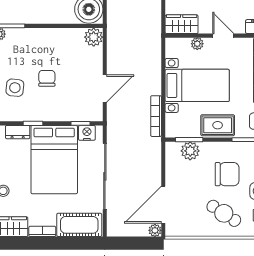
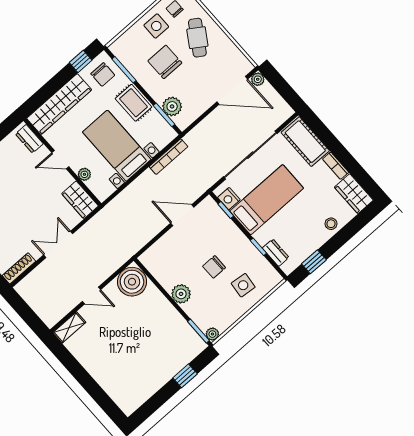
door: (223, 36) -> (60, 160), hinge flipped
plant: (94, 37) -> (181, 294), moved
bed: (54, 160) -> (267, 200), width x0.67

